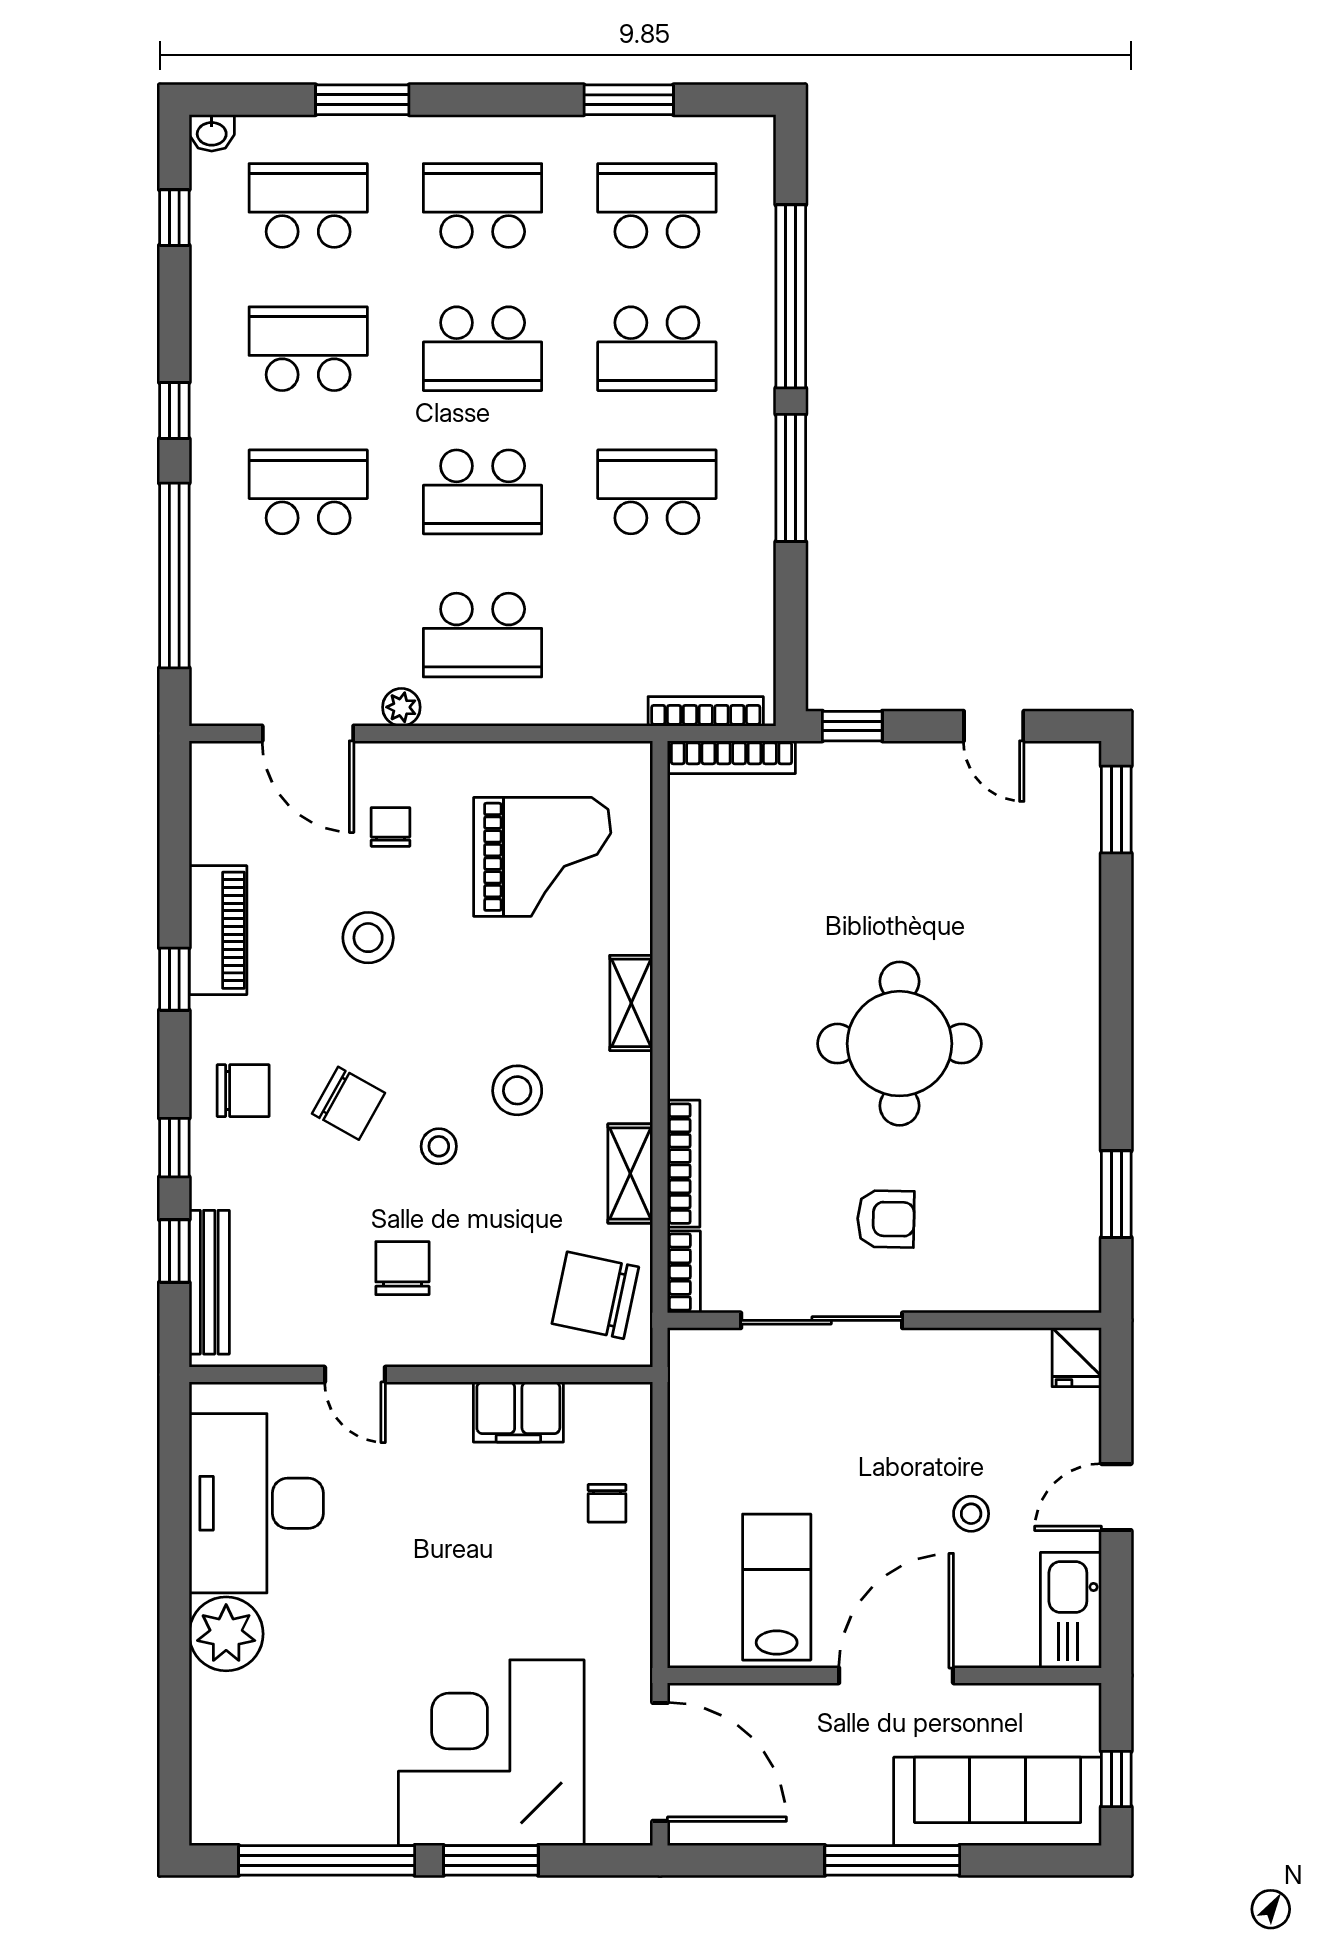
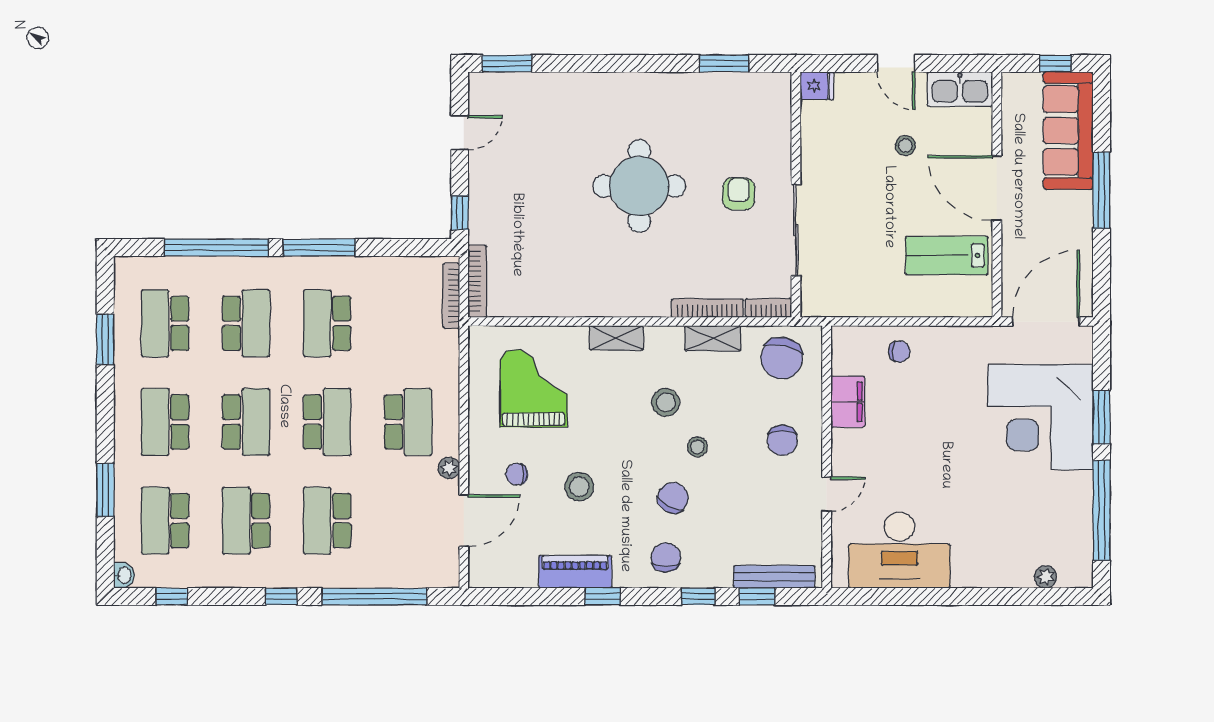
chair: (402, 1268) -> (782, 440), moved, turned -90
plant: (226, 1634) -> (1046, 577), moved, width x0.53, depth x0.53

